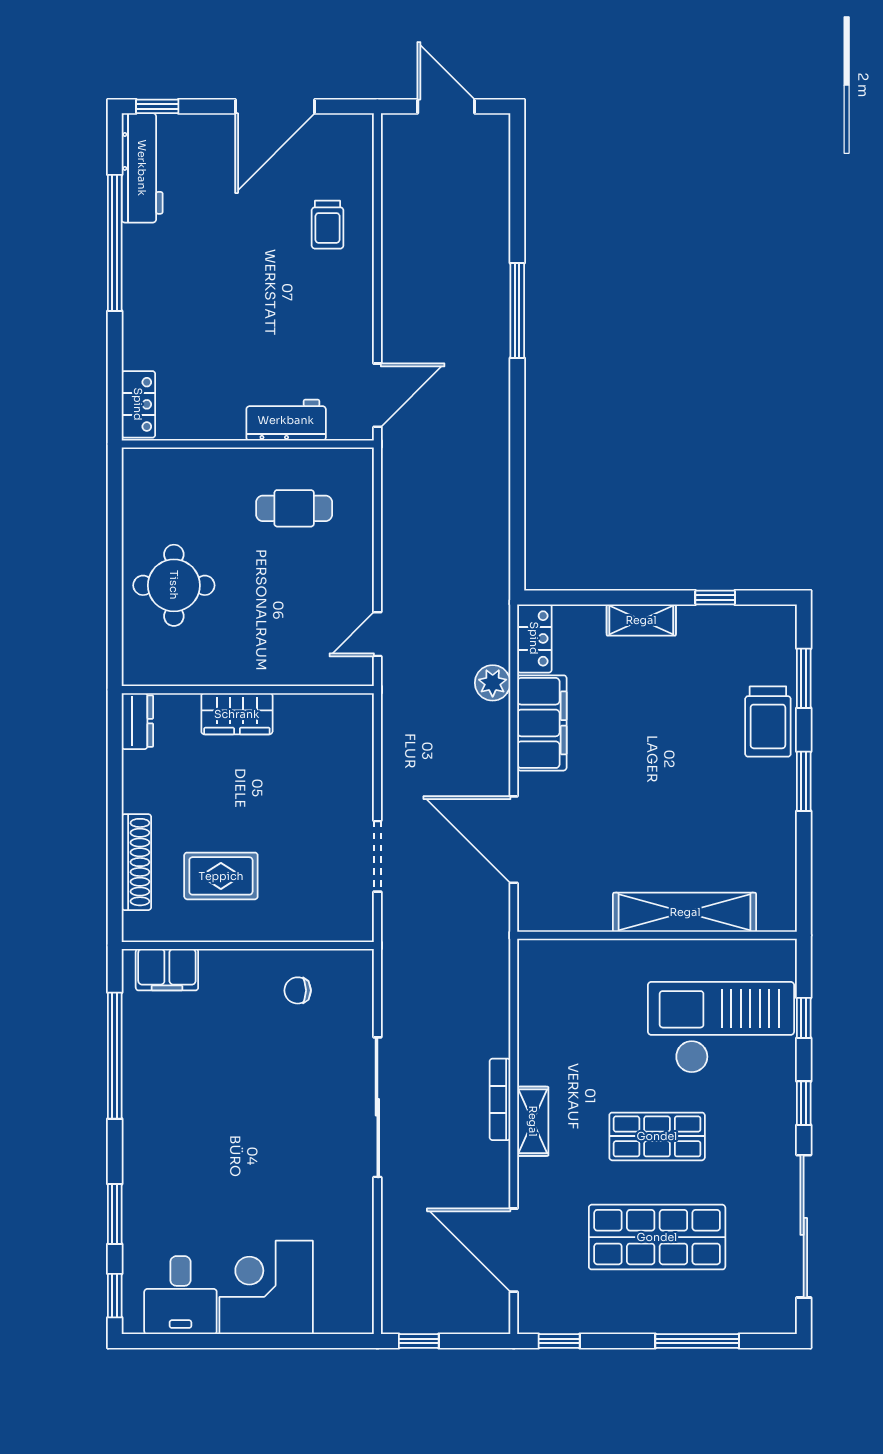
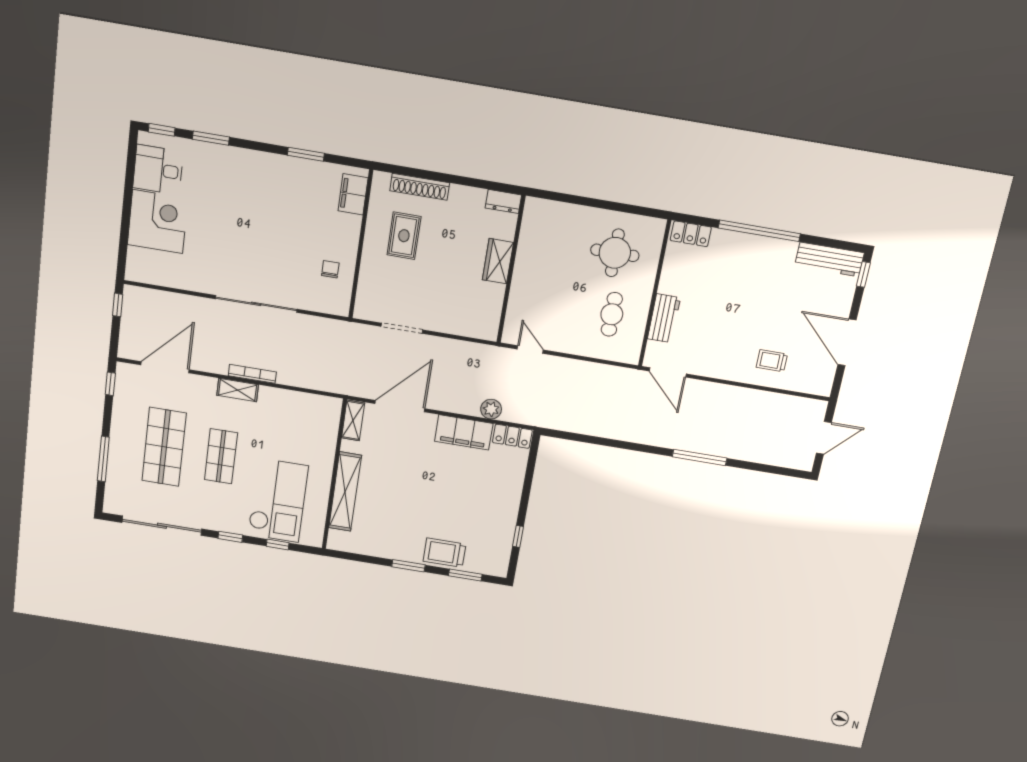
window: (115, 243) -> (759, 231), moved
round table: (174, 585) -> (615, 253), moved
shelving: (641, 620) -> (353, 420), moved
window: (115, 1056) -> (306, 154), width x0.47

